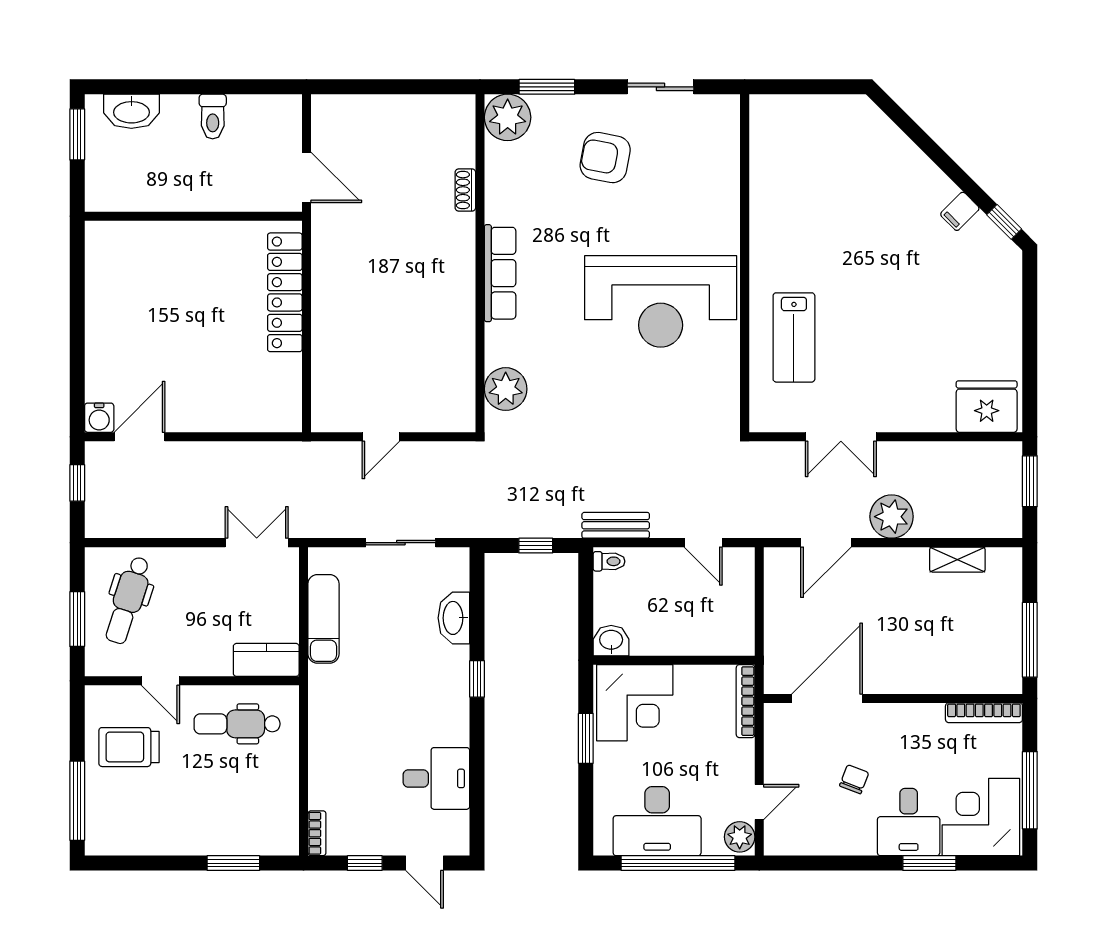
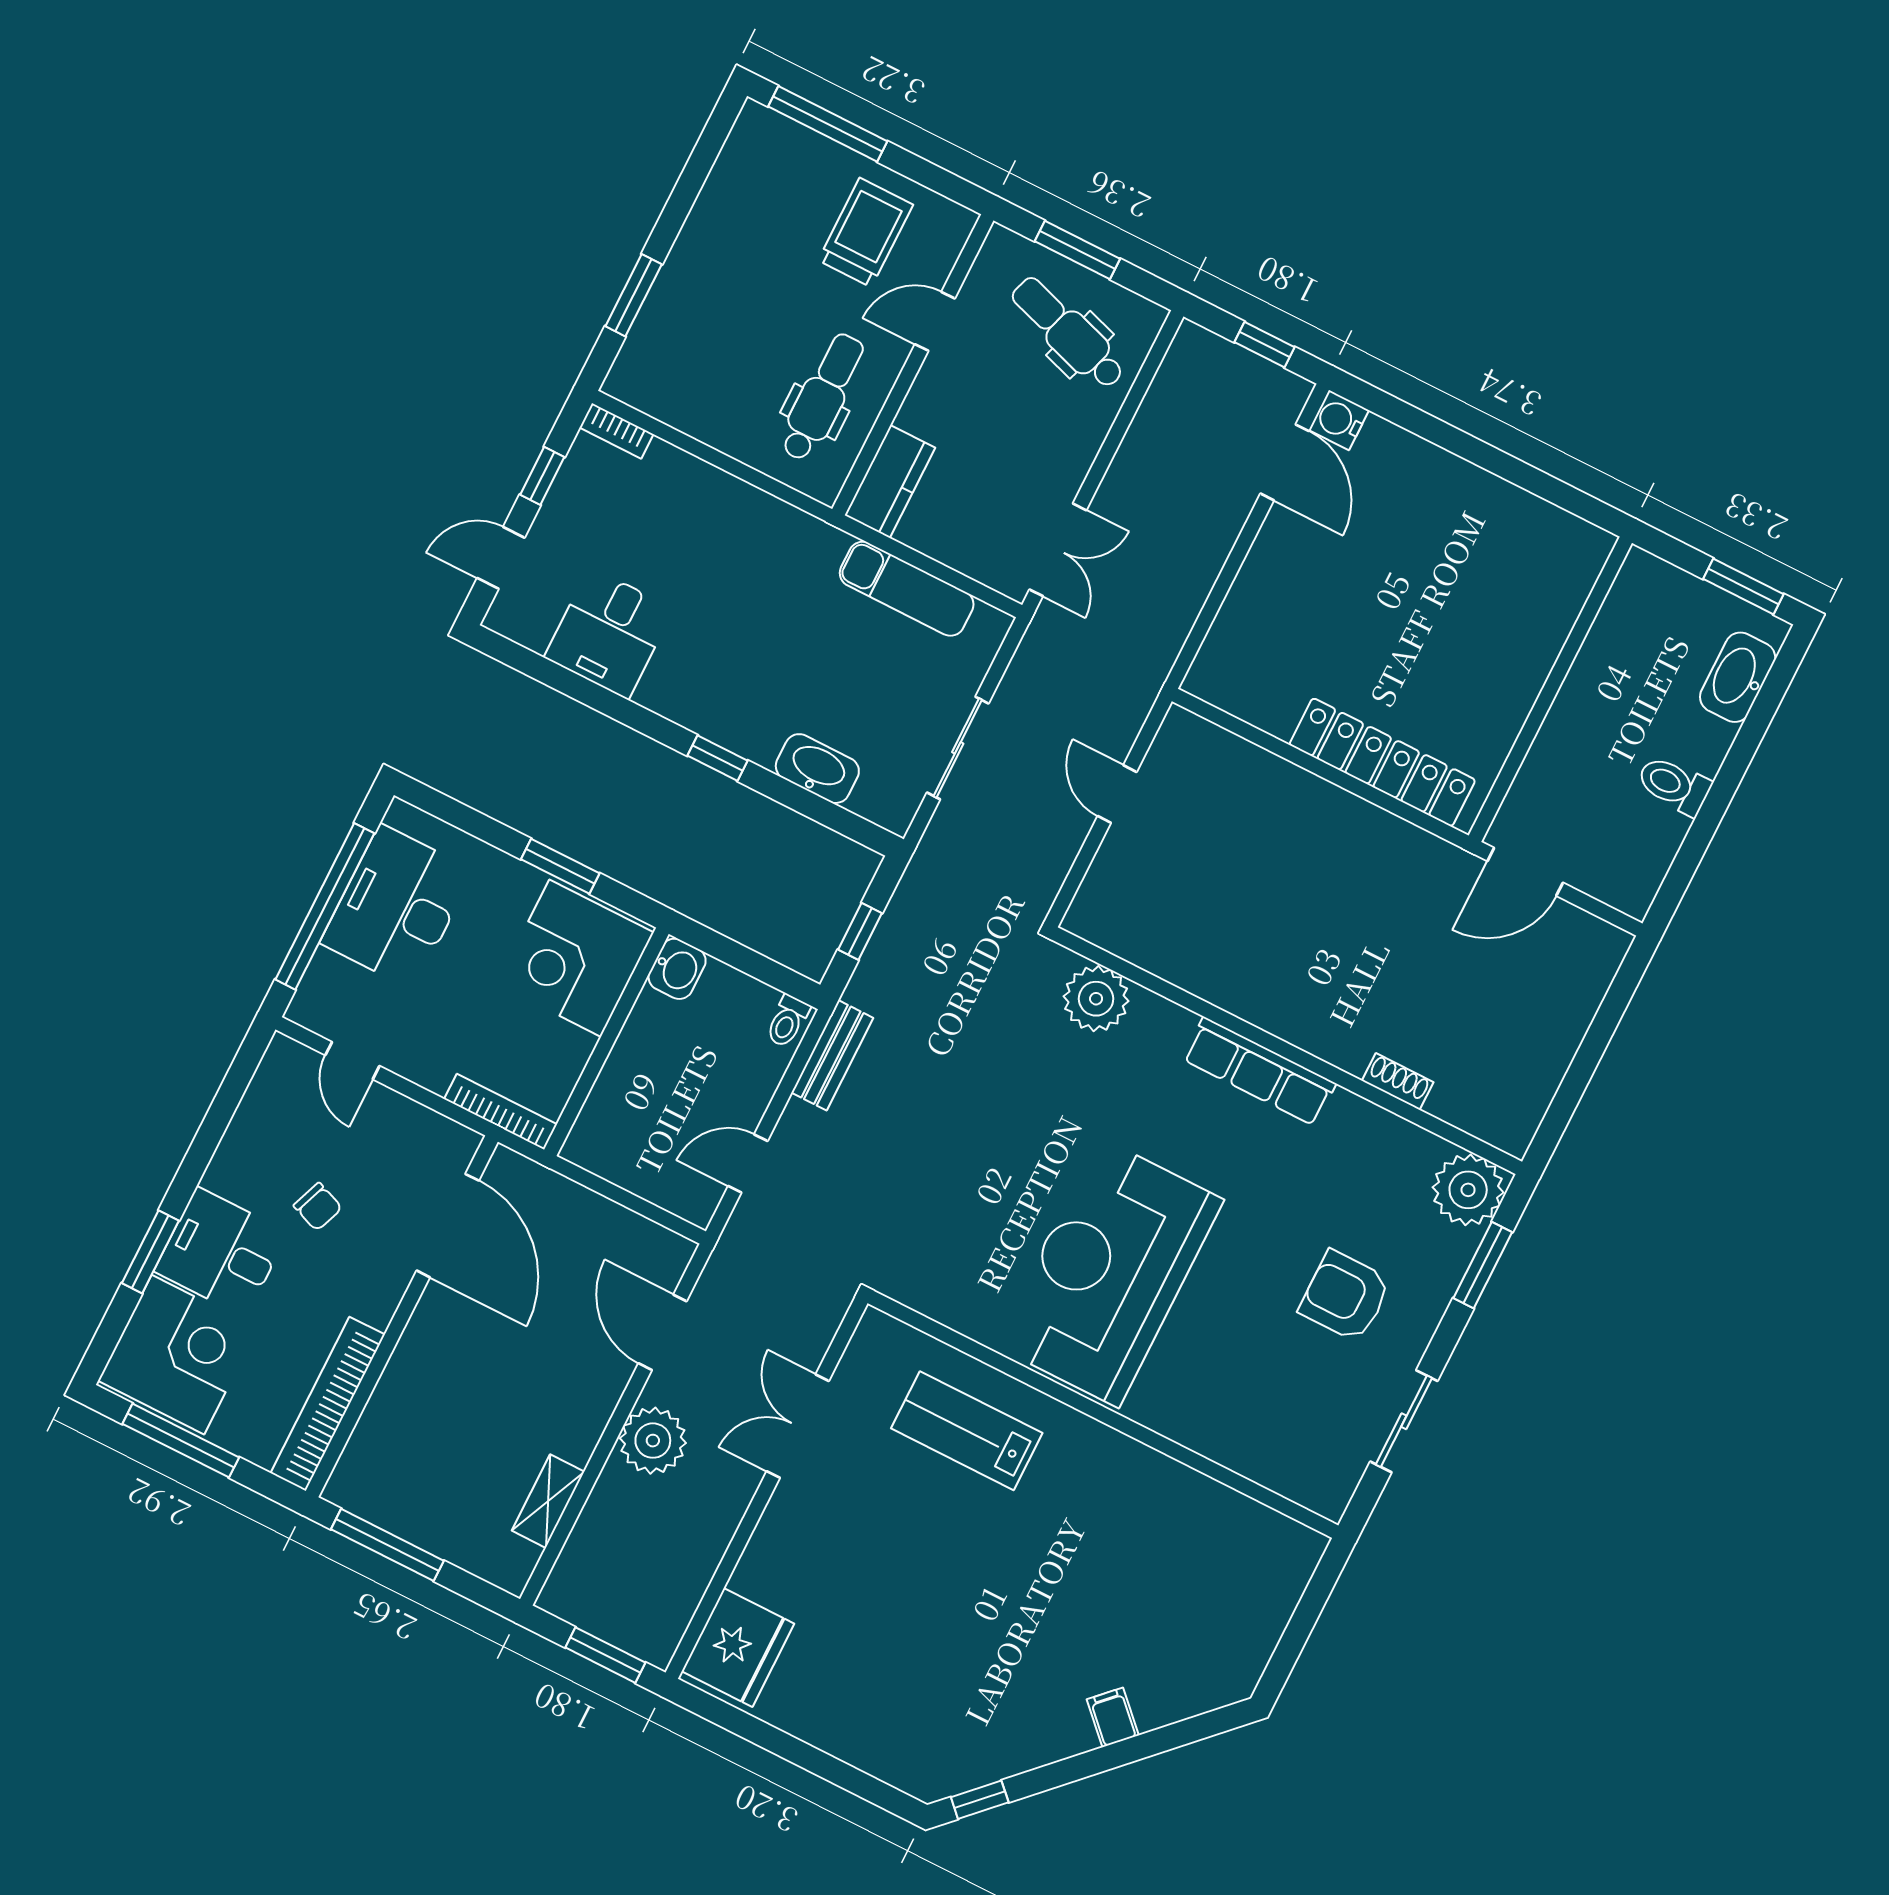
armchair: (605, 158) -> (1345, 1296), turned -101
filing cabinet: (960, 211) -> (1113, 1717), moved
bookcase: (984, 713) -> (328, 1404), width x1.48, depth x1.31
plant: (740, 837) -> (318, 1009), removed

